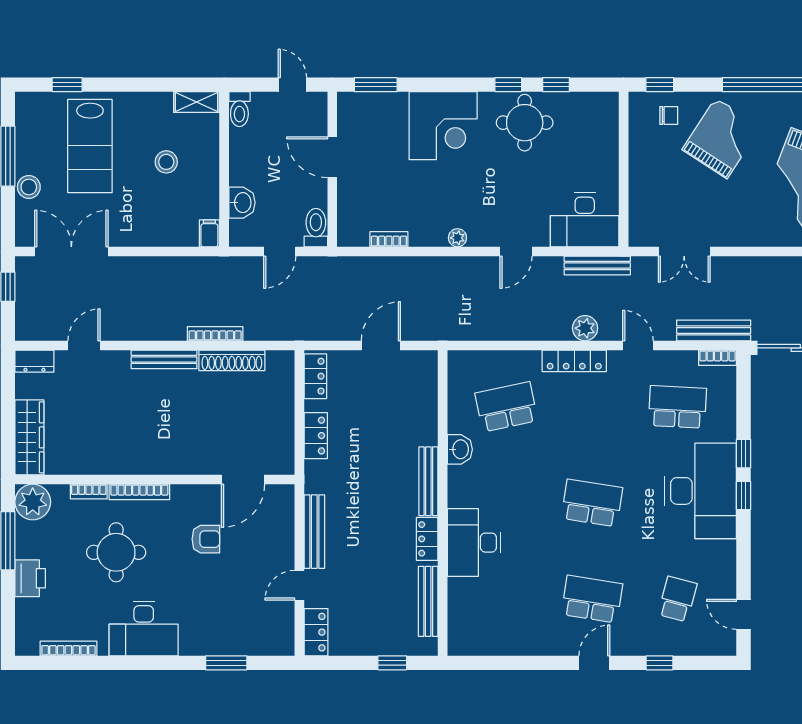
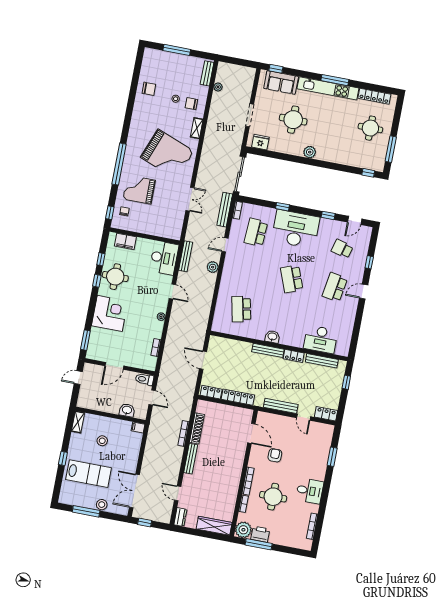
window: (67, 85) -> (63, 458), moved
toilet: (239, 109) -> (85, 403), removed
filing cabinet: (604, 130) -> (125, 241), added
grand piano: (721, 138) -> (139, 190), turned -33
double door: (684, 251) -> (190, 199), moved
locker: (574, 361) -> (226, 275), removed
locker: (316, 436) -> (238, 397), width x1.53
washbasin: (460, 449) -> (272, 337), moved
window: (744, 496) -> (328, 215), moved
school desk: (592, 503) -> (292, 279), turned -30
desk: (474, 543) -> (321, 339), moved
printer: (30, 578) -> (260, 534), moved
desk: (144, 629) -> (310, 491), width x0.73
door: (594, 663) -> (364, 292), hinge flipped

